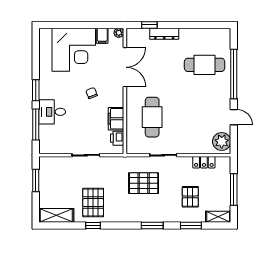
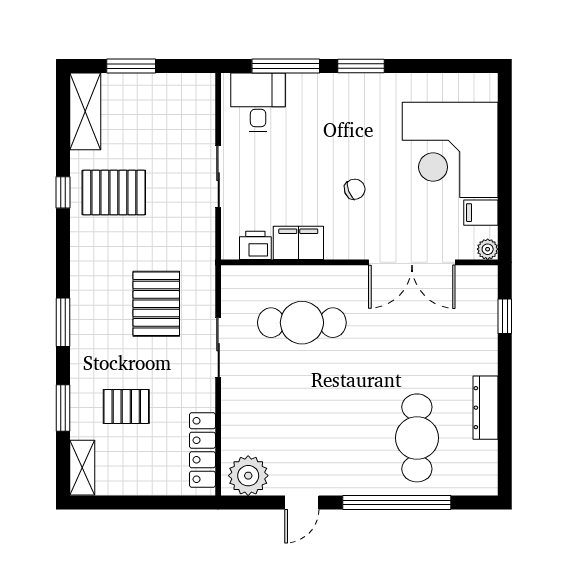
dresser: (164, 34) -> (486, 408), moved
desk: (52, 112) -> (258, 102), moved
locker: (204, 162) -> (202, 450), width x1.53
window: (36, 181) -> (131, 66), moved
window: (234, 190) -> (142, 502), removed

